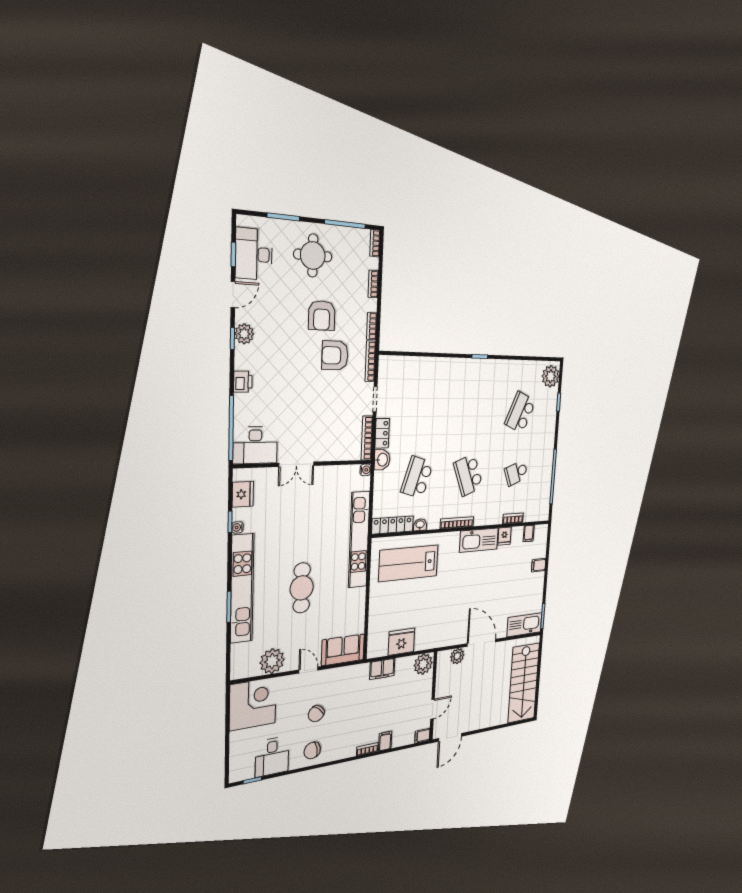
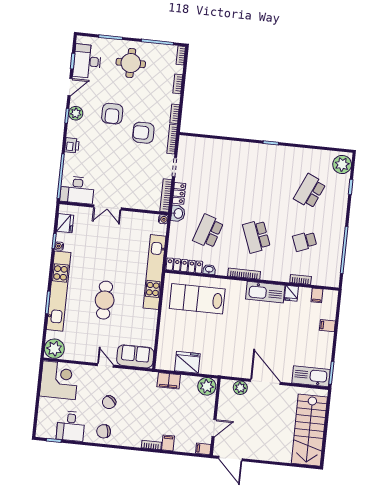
armchair: (322, 315) -> (112, 114), moved
plant: (272, 661) -> (54, 349), moved
door: (450, 737) -> (230, 459), hinge flipped

